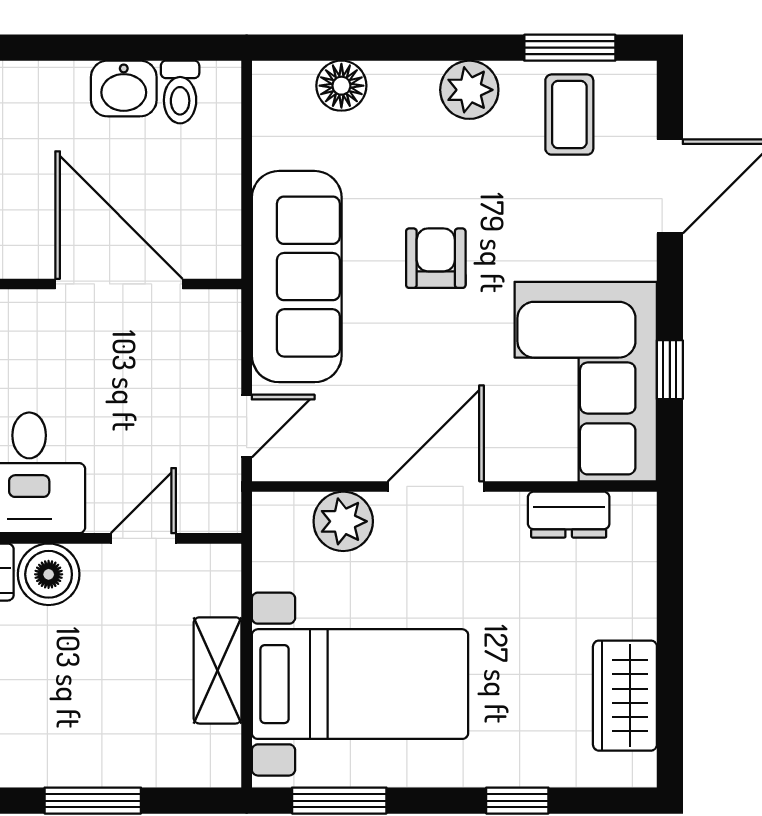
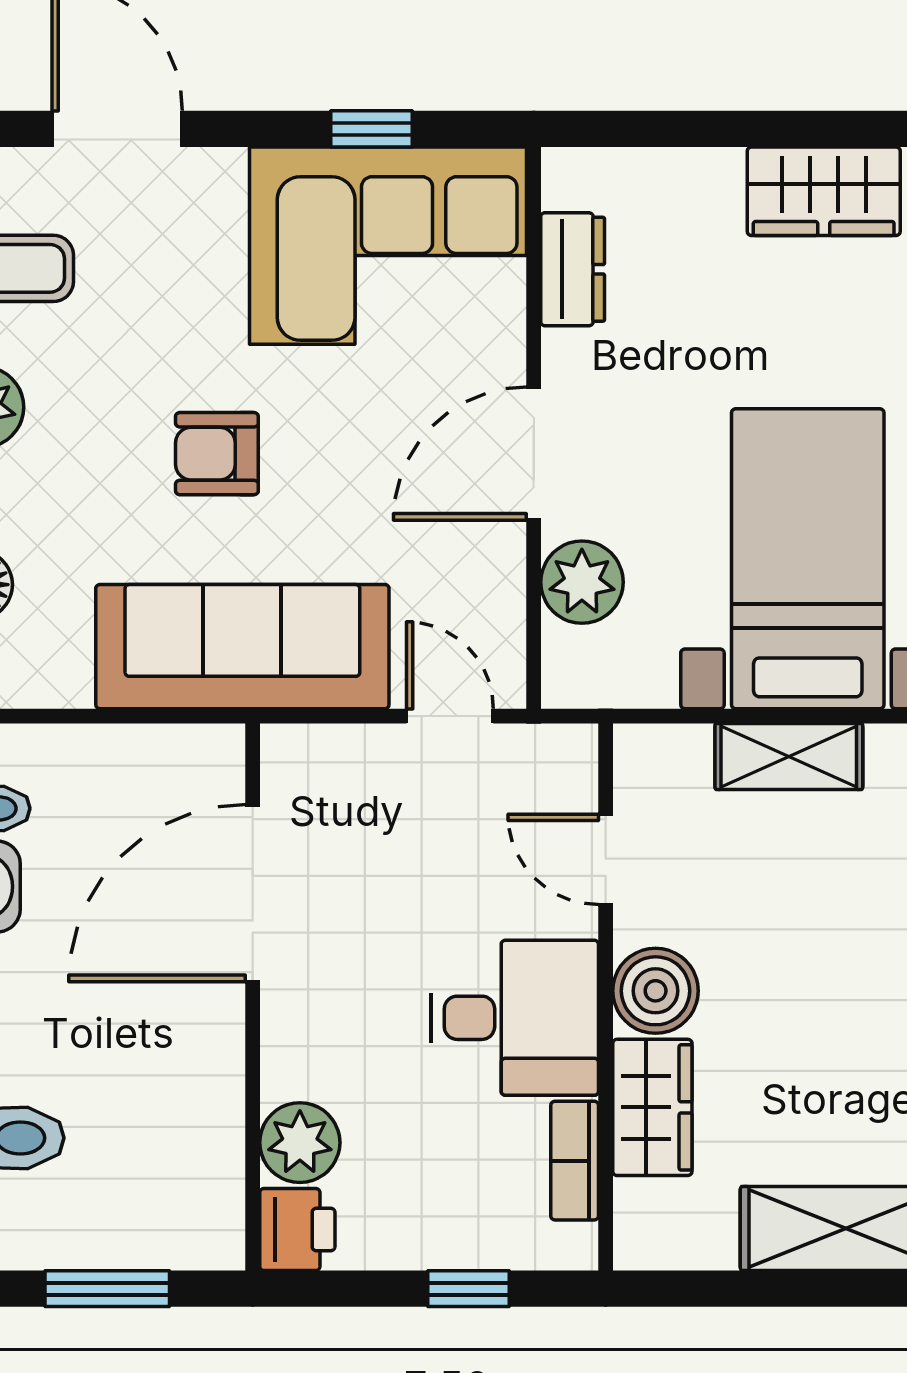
door: (436, 486) -> (534, 454), hinge flipped

